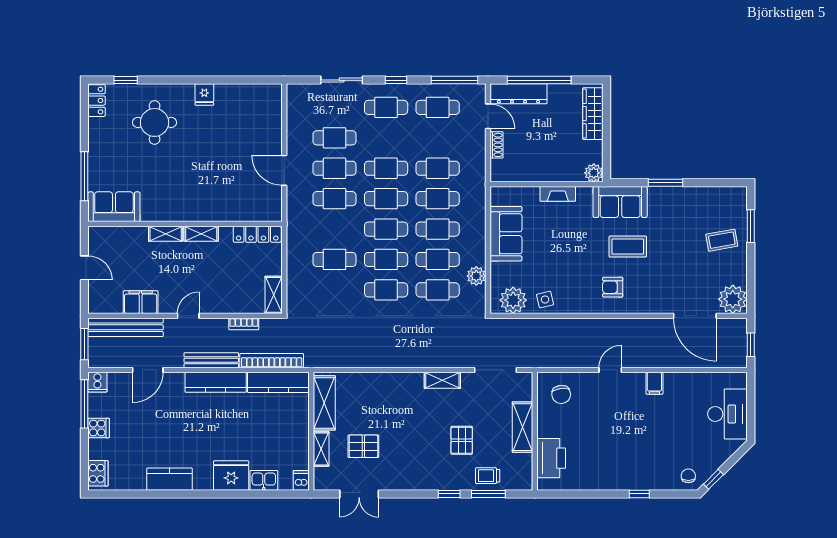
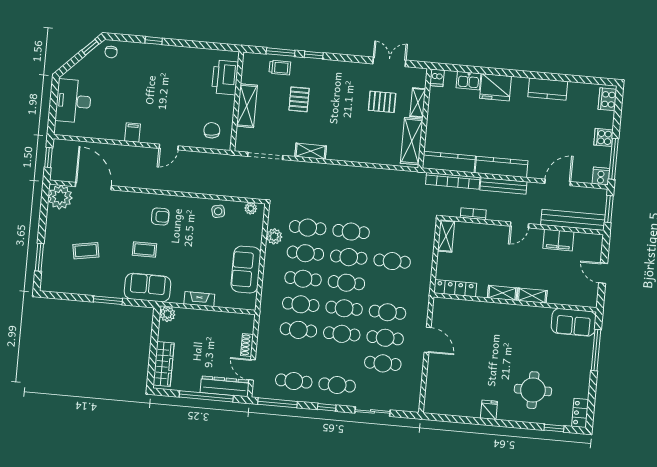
coffee table: (722, 240) -> (86, 251), moved
coffee table: (628, 247) -> (144, 249), width x0.73, depth x0.77
plant: (513, 300) -> (251, 208), width x0.53, depth x0.53

